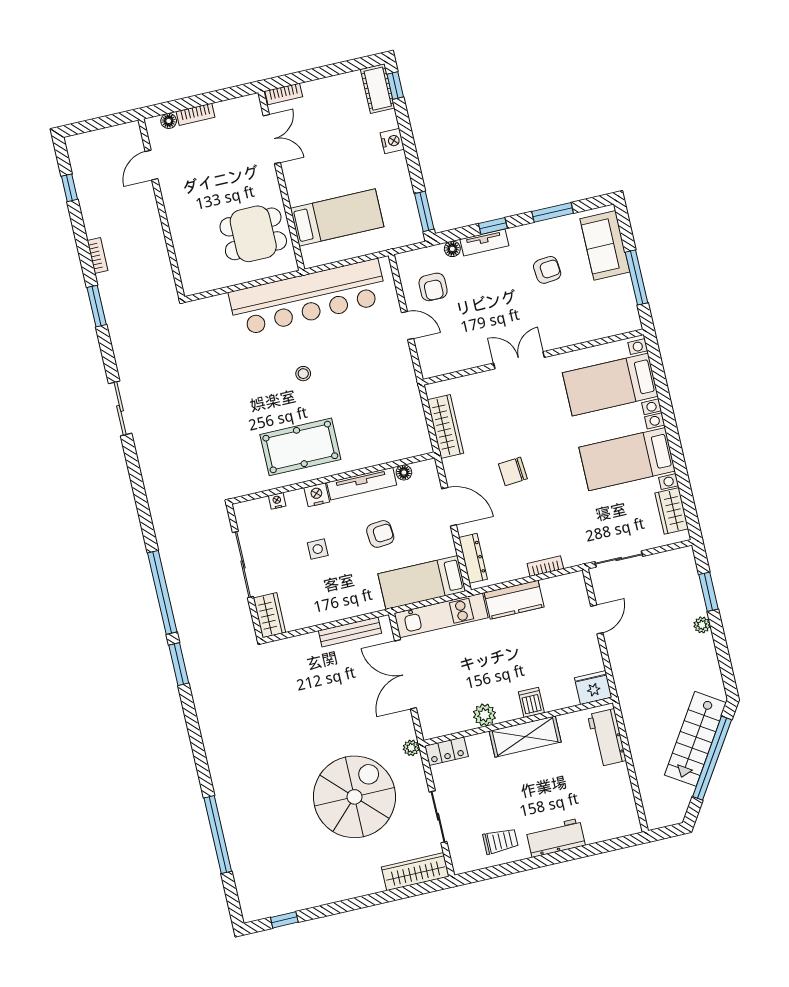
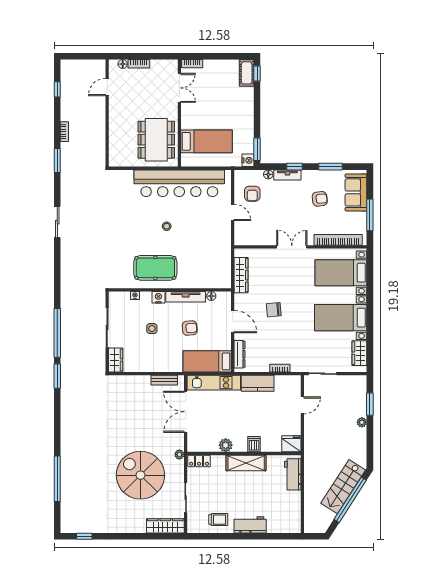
nightstand: (392, 141) -> (248, 160), moved
dining table: (253, 234) -> (156, 140), width x1.38
bookcase: (593, 331) -> (338, 240), added
bench: (350, 632) -> (164, 380), width x0.73
spiral stairs: (354, 797) -> (140, 475), turned -90

